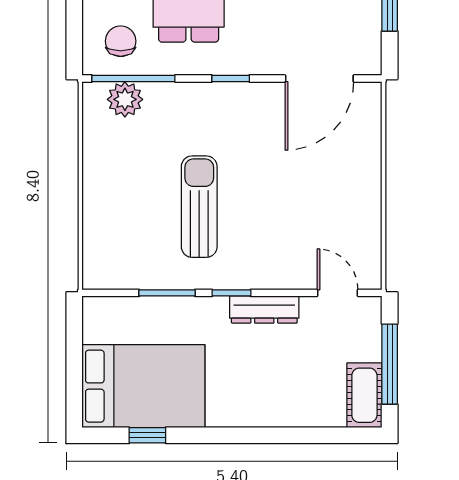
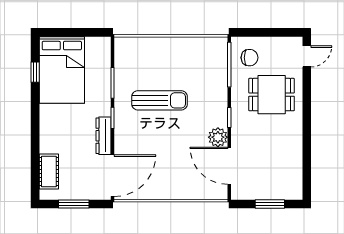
plant: (125, 99) -> (218, 137), moved
door: (338, 293) -> (113, 176), width x1.88
window: (390, 364) -> (74, 204), width x0.69
cot: (364, 395) -> (49, 172), moved, turned 90

